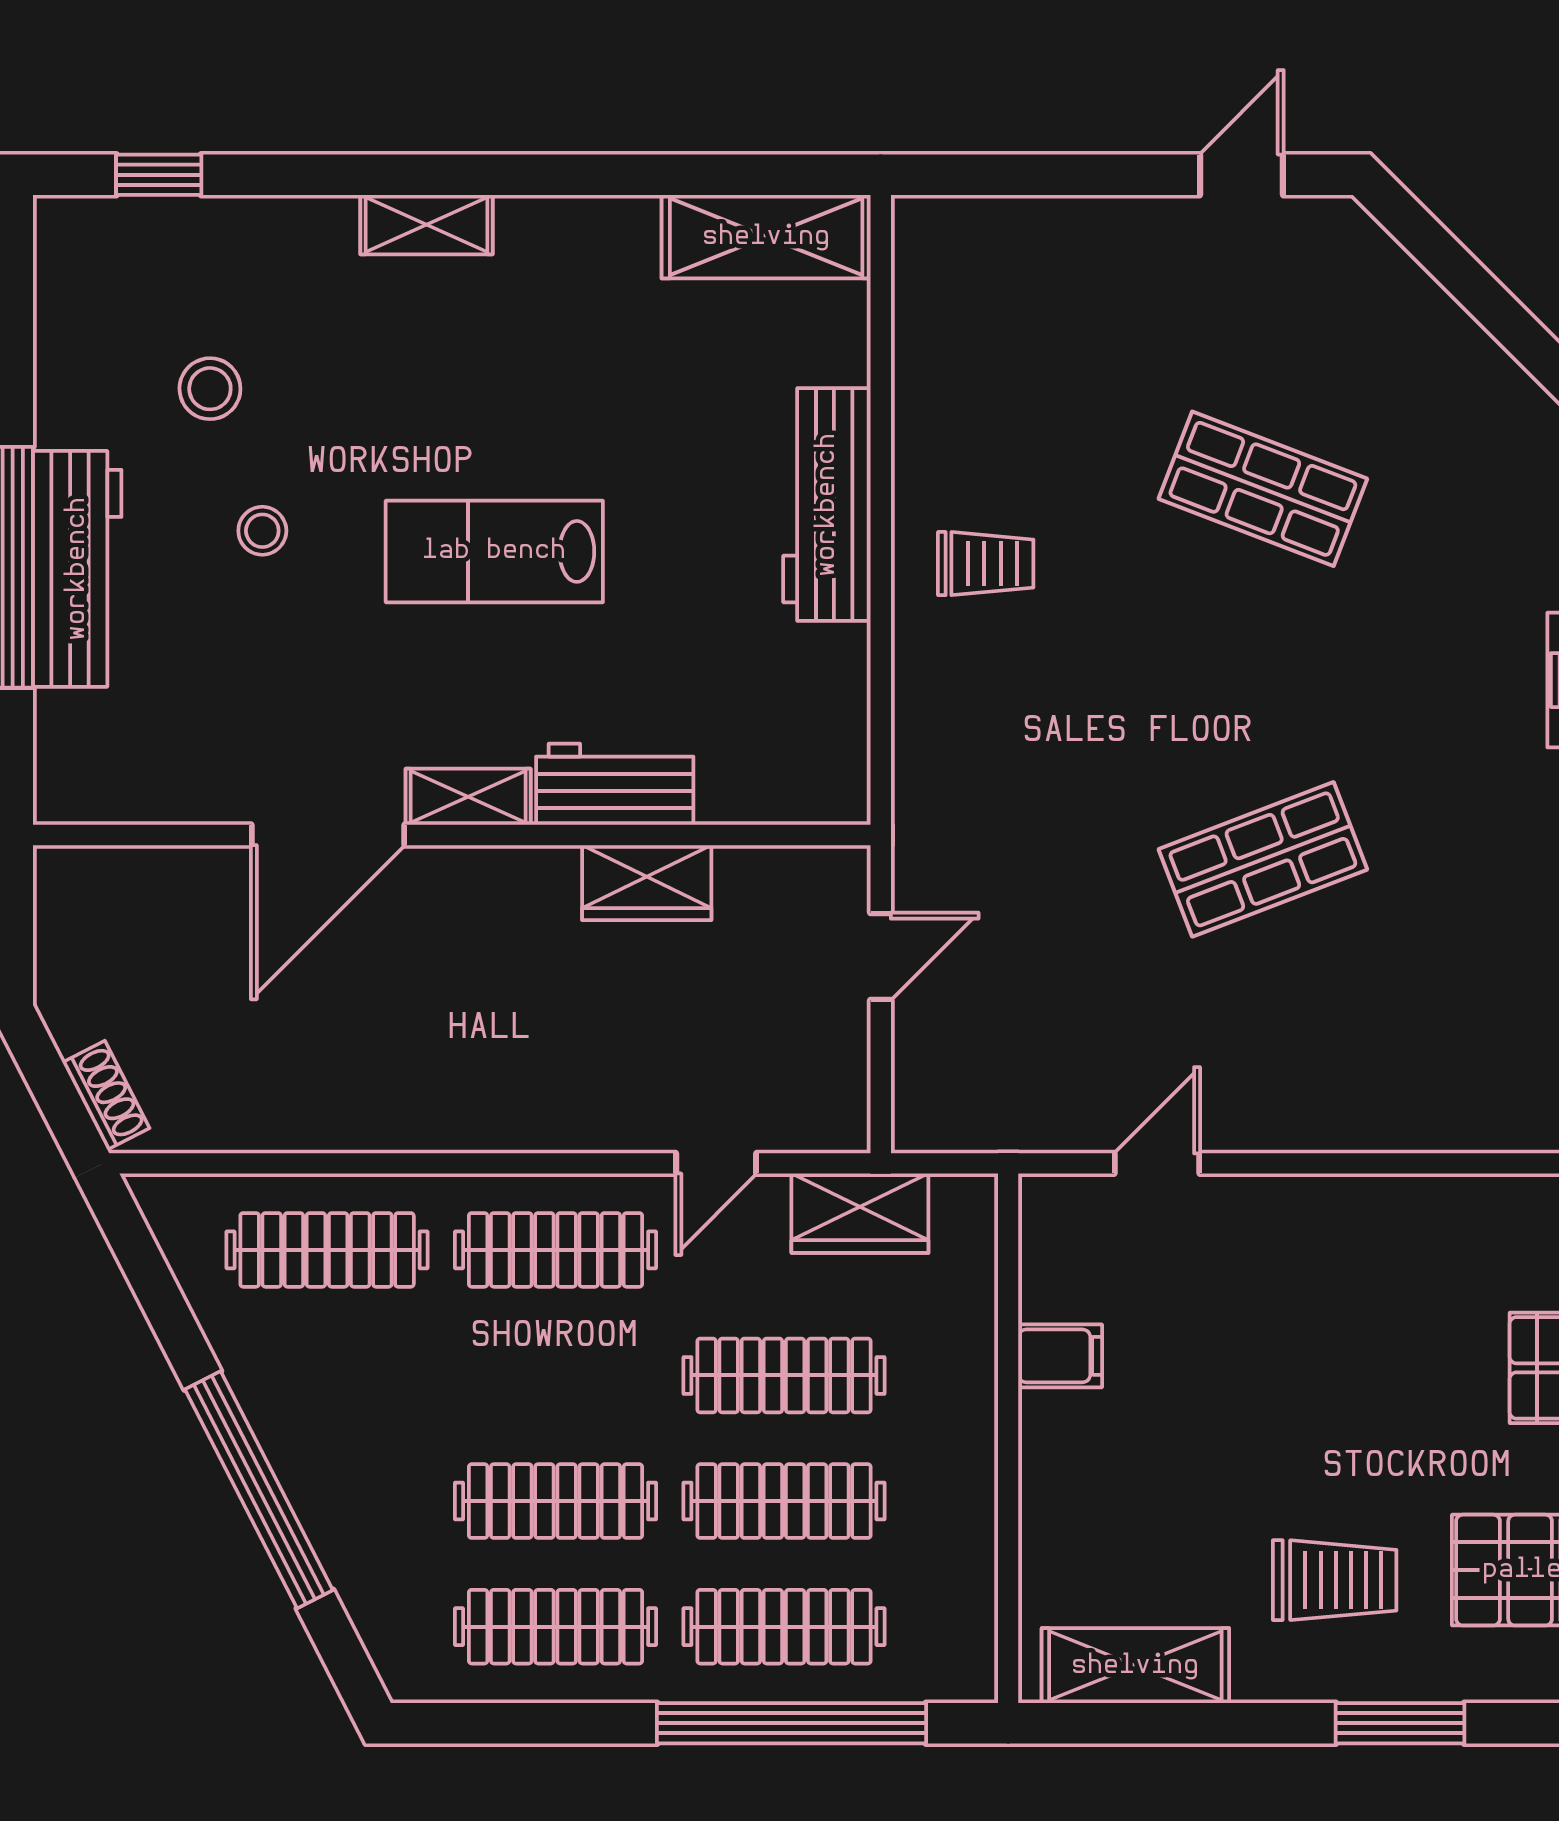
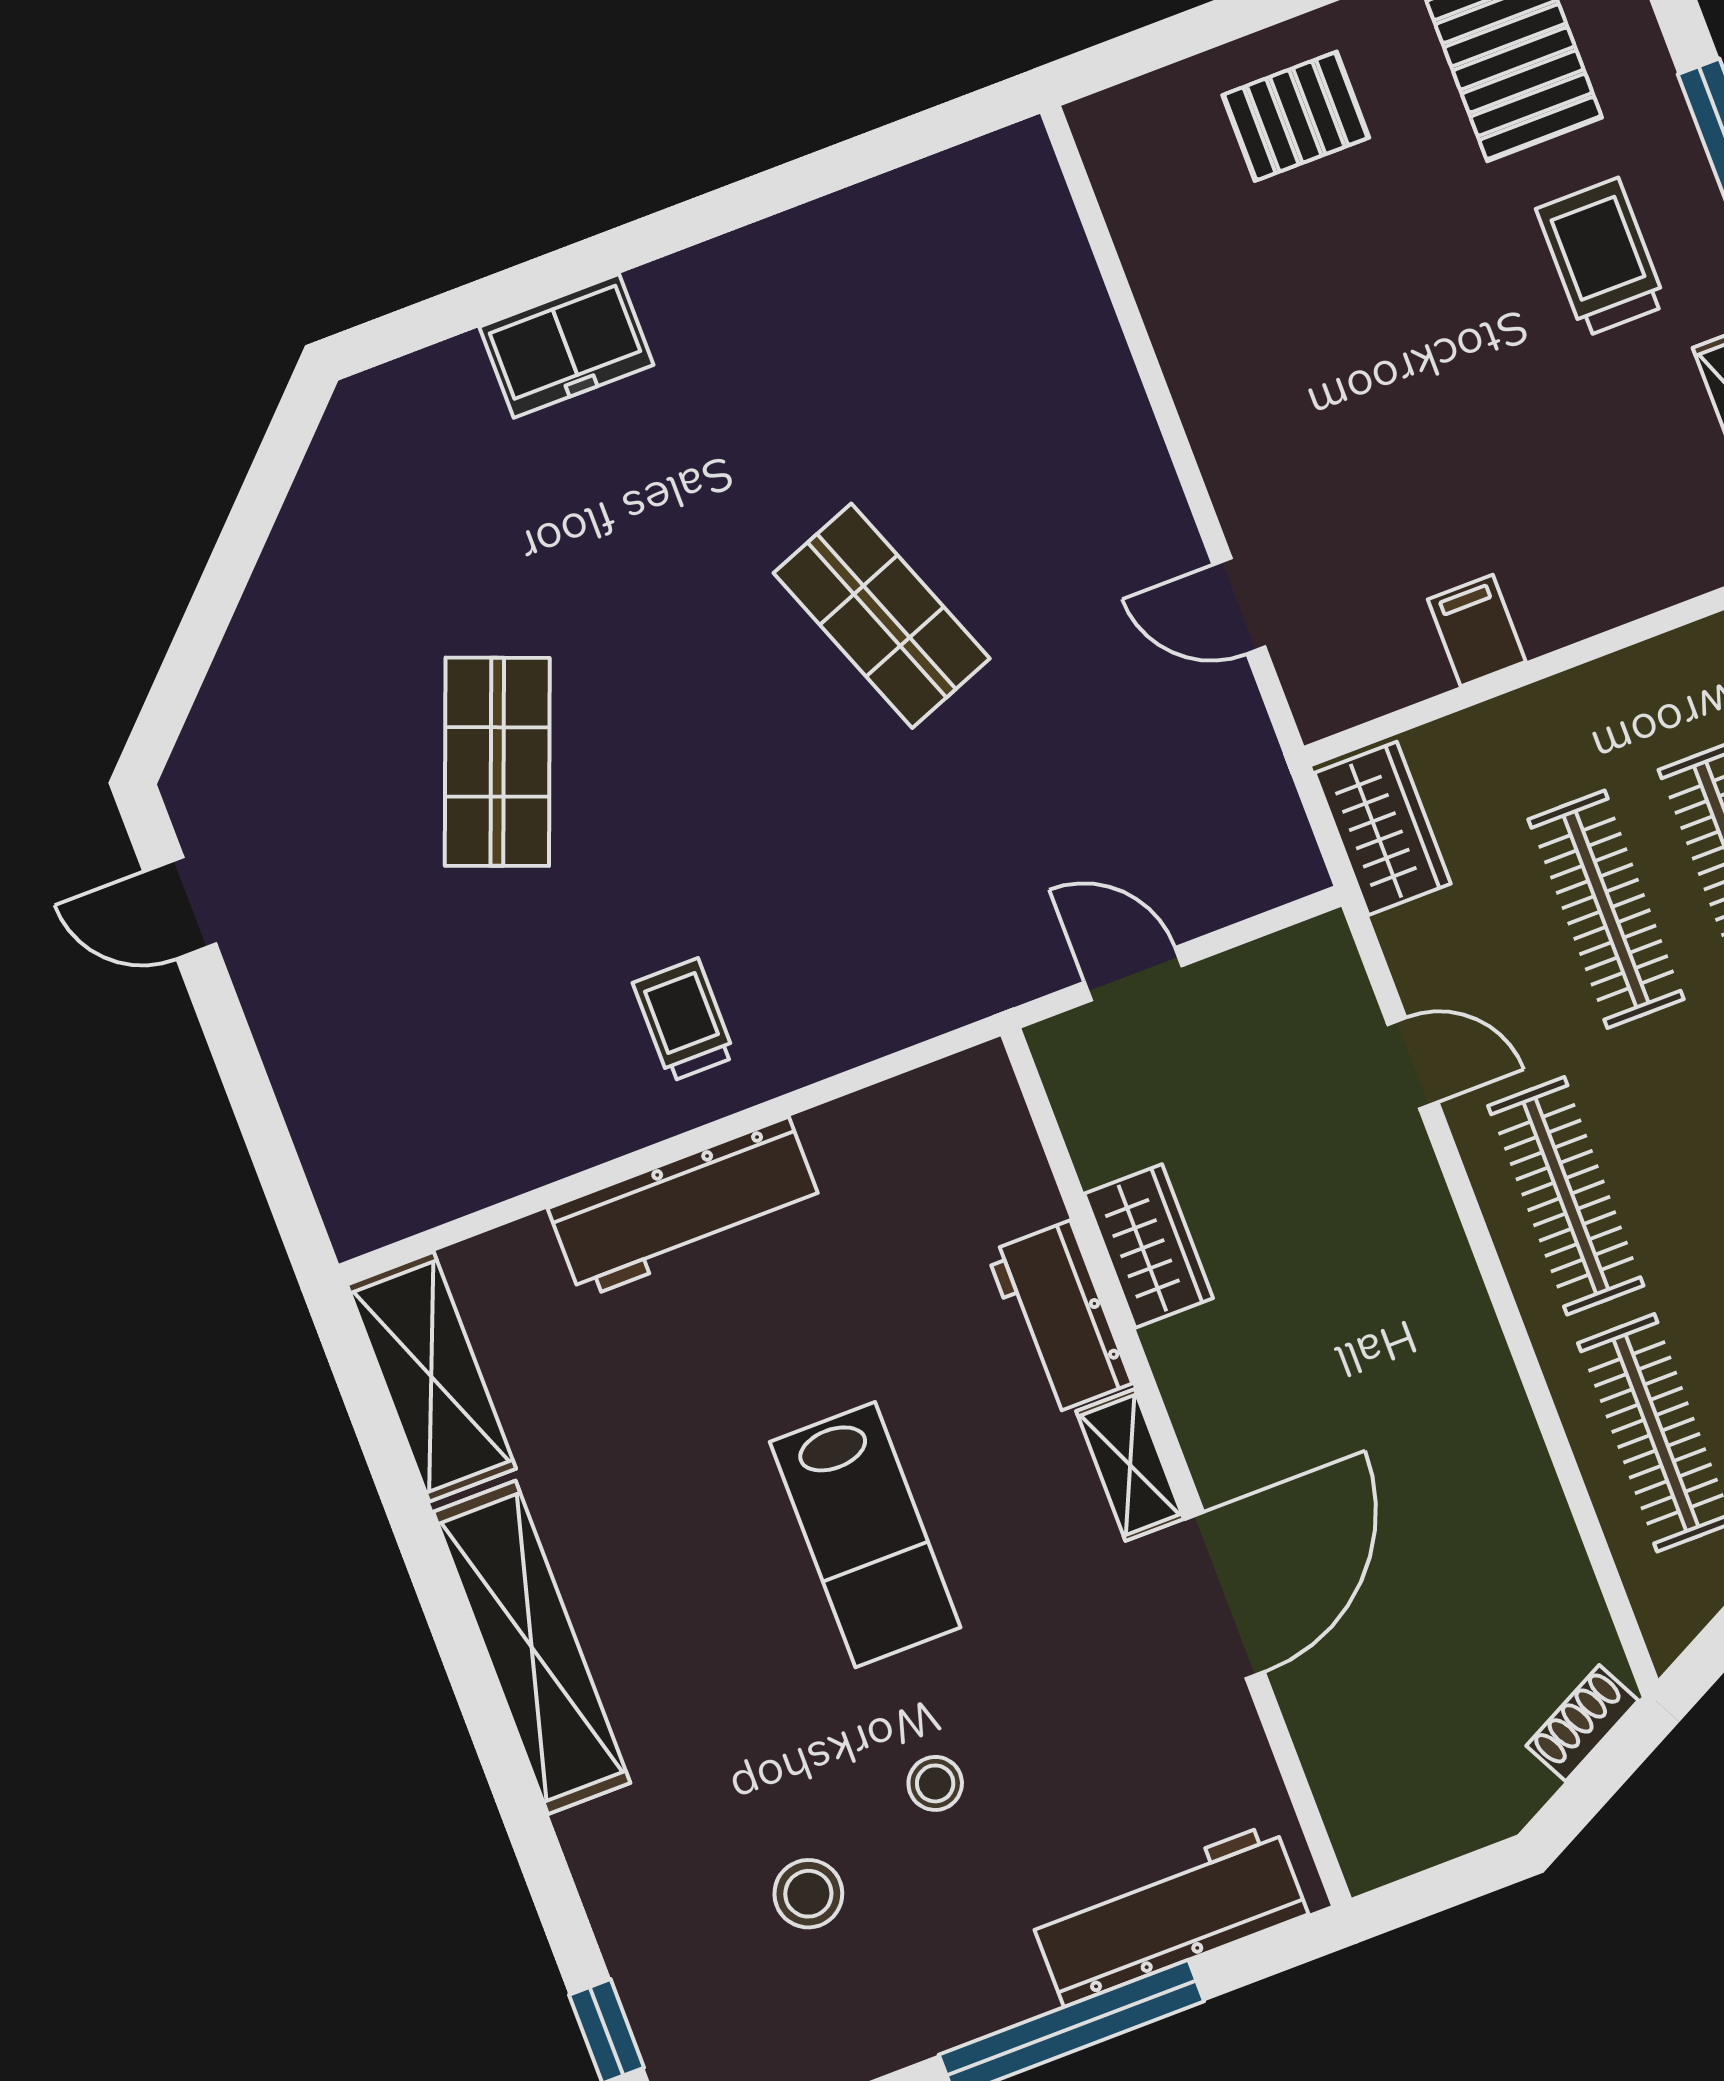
shelving: (426, 225) -> (532, 1647), width x2.20, depth x1.33
workbench: (77, 569) -> (1169, 1915), moved
door: (328, 835) -> (1225, 1595), hinge flipped
wardrobe: (860, 1213) -> (1383, 828), moved

